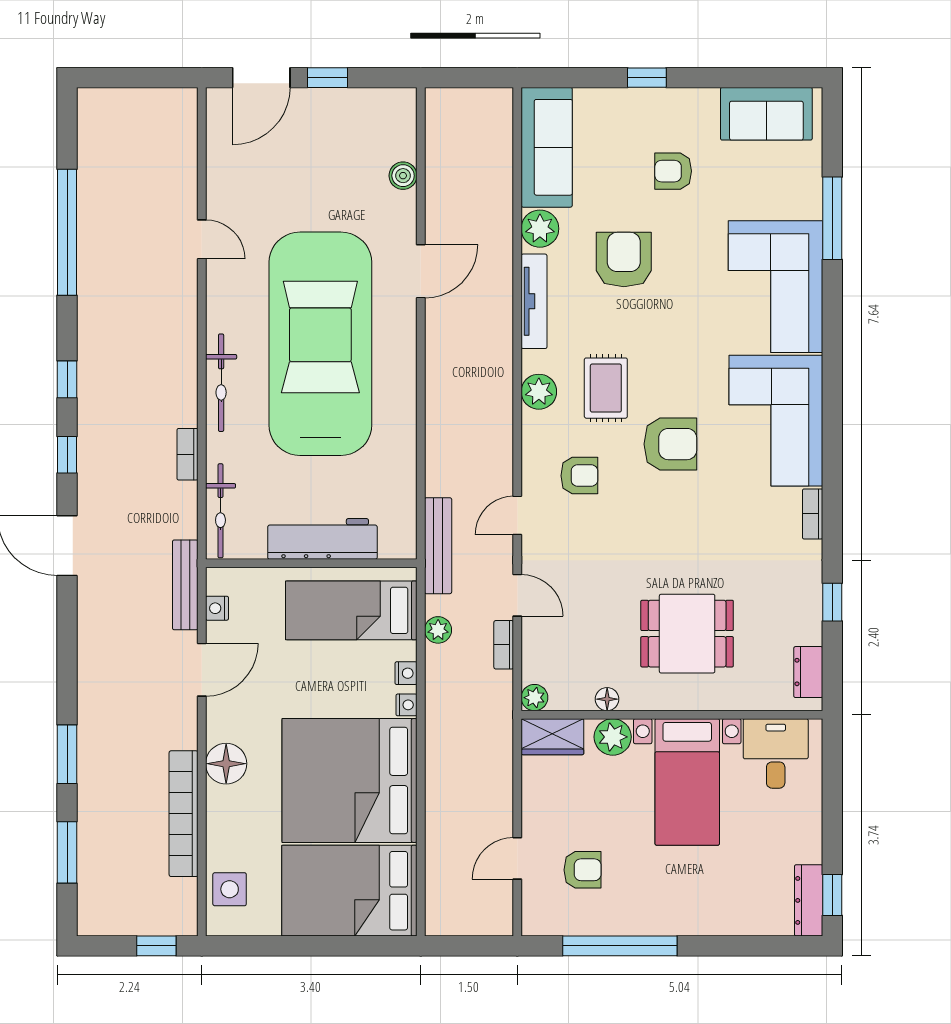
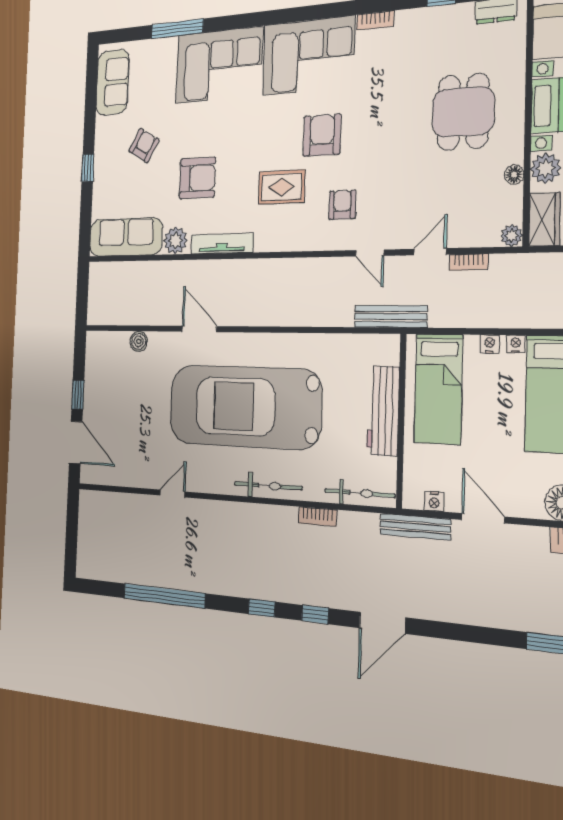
armchair: (673, 171) -> (144, 145), turned -150
armchair: (624, 260) -> (197, 178), turned 180
plant: (539, 392) -> (282, 238), removed
plant: (438, 630) -> (456, 317), removed

